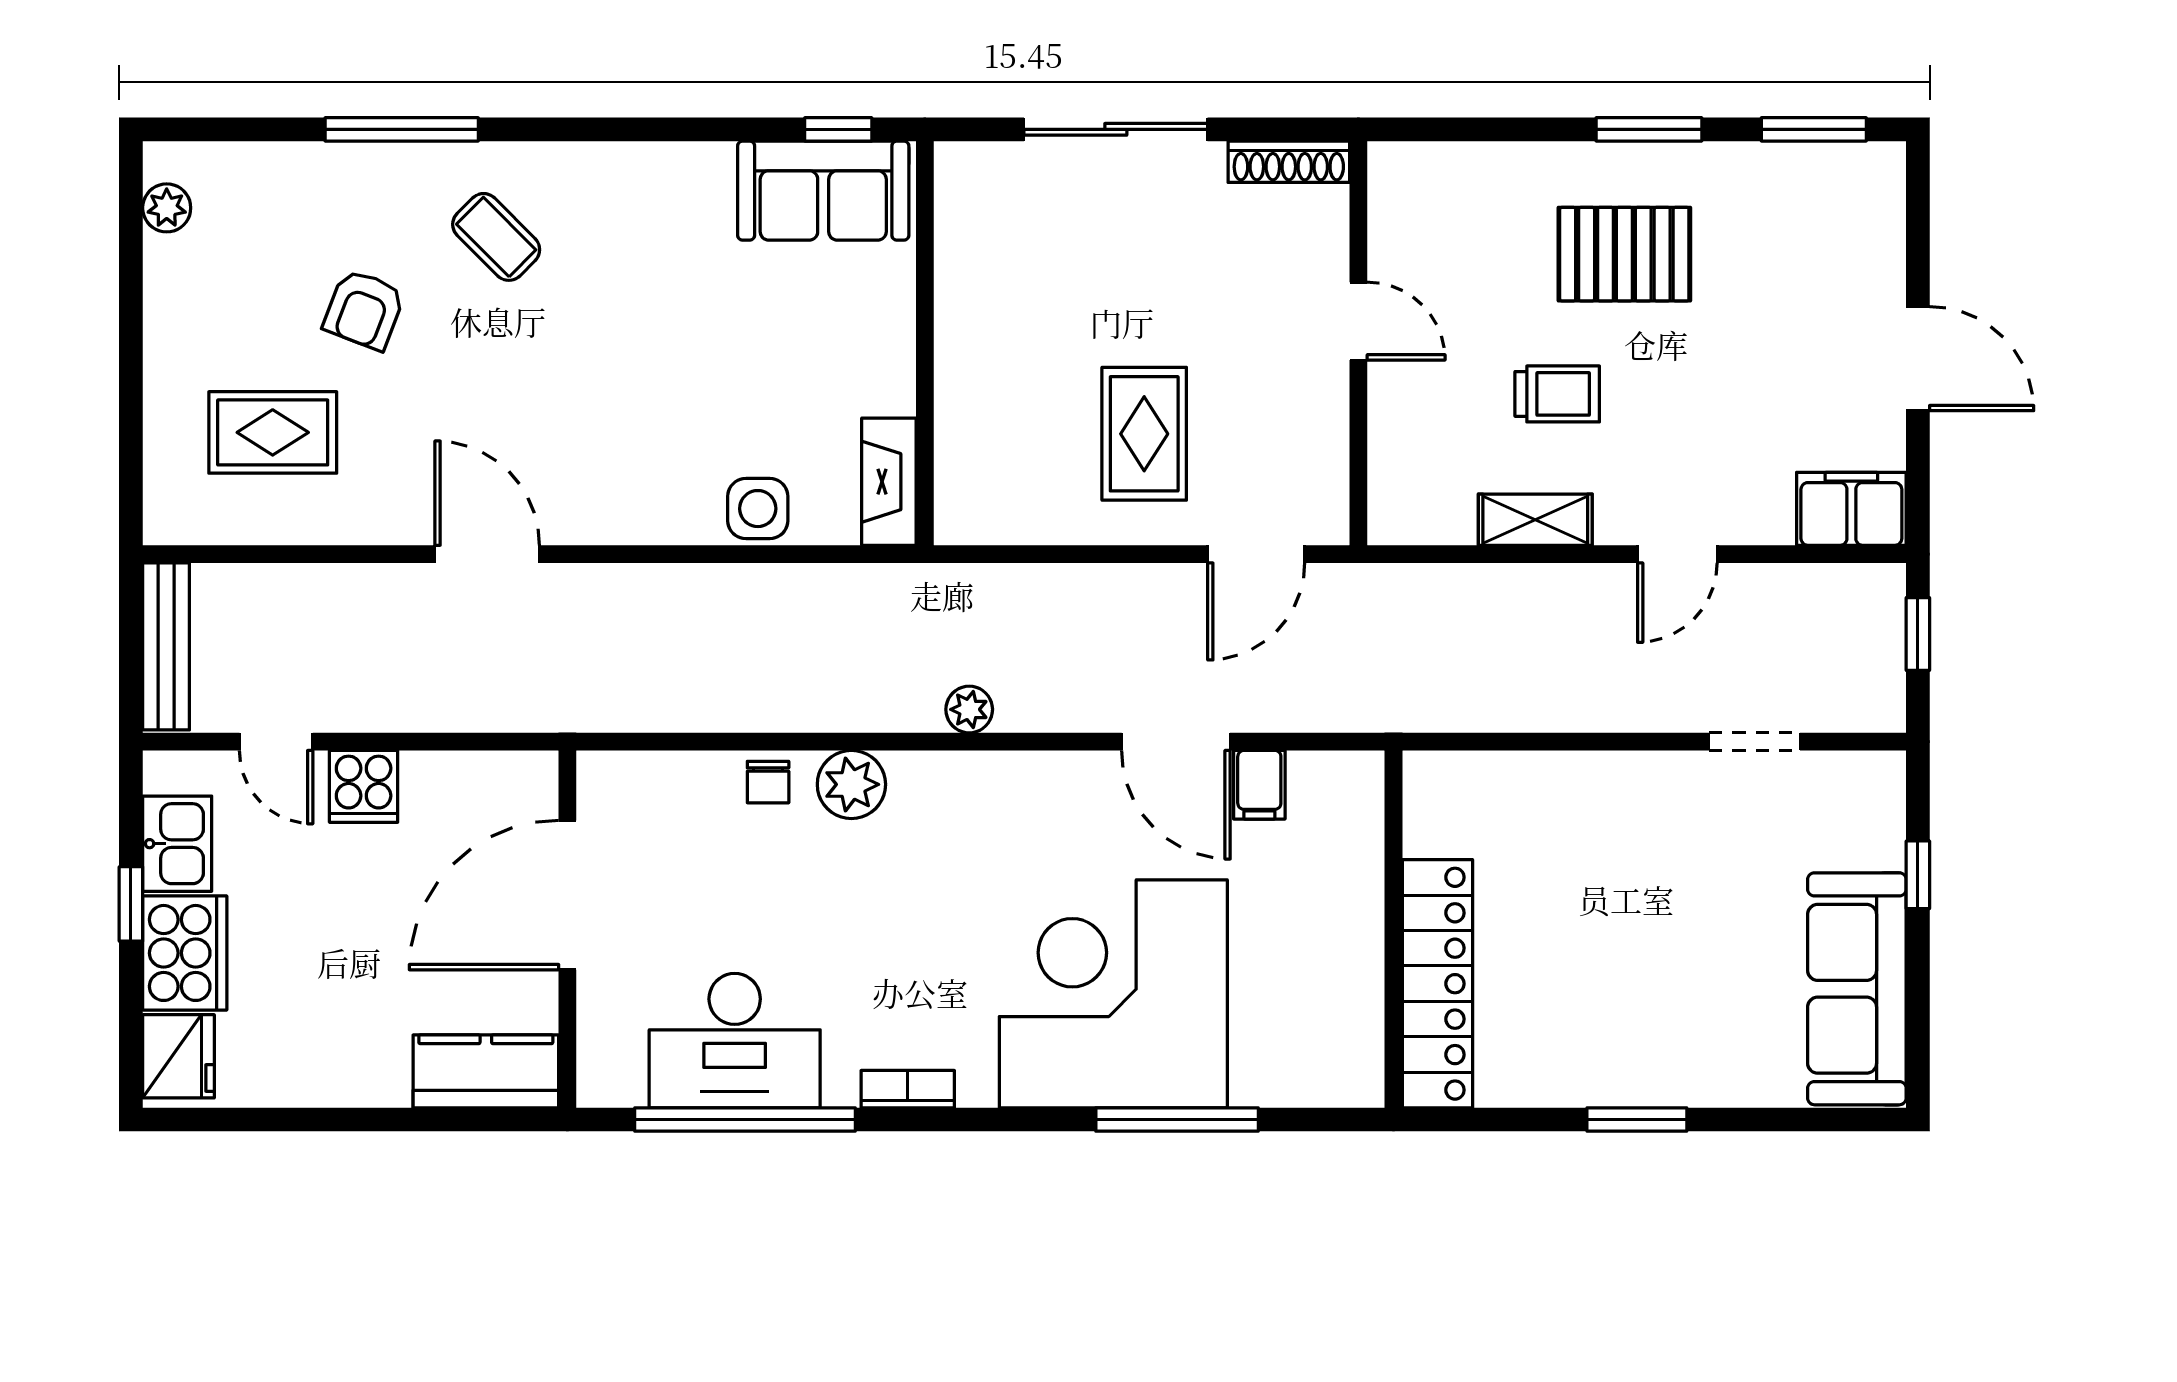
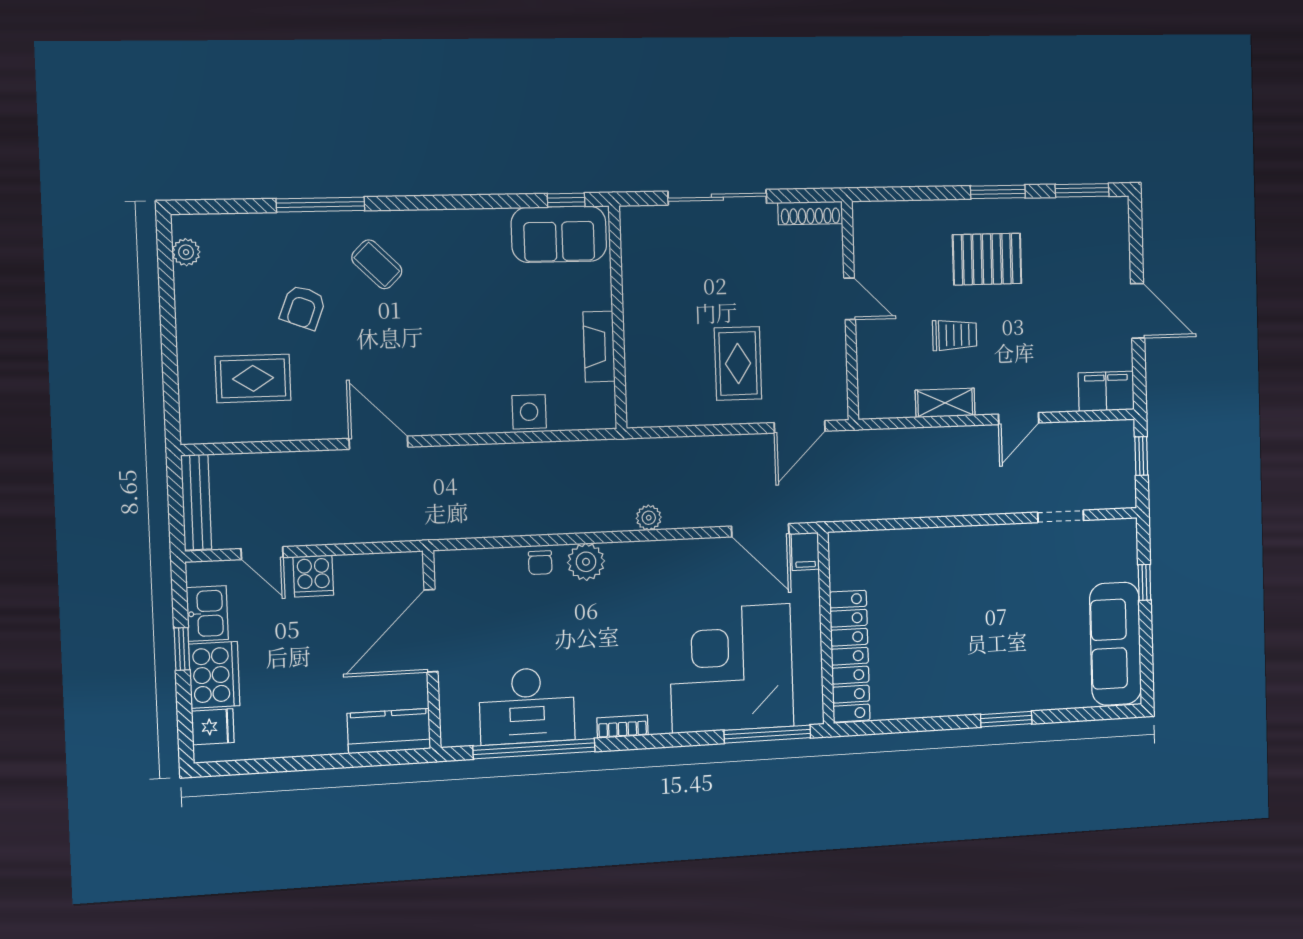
fireplace: (889, 482) -> (599, 347), moved
wall: (1393, 929) -> (826, 628), moved
locker: (1437, 984) -> (850, 656), moved
fridge: (179, 1056) -> (213, 727), width x0.72

